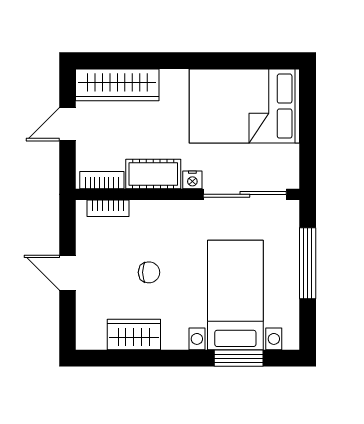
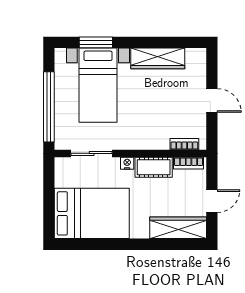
sliding door: (245, 194) -> (92, 153), width x0.73
window: (308, 263) -> (49, 107), width x1.46
chair: (149, 272) -> (157, 101), removed
wardrobe: (134, 335) -> (158, 58), width x1.50

